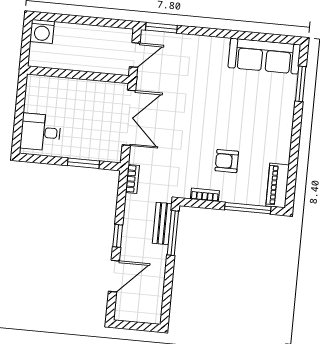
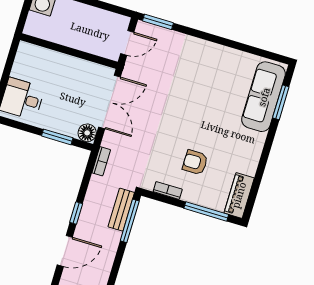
sofa: (264, 56) -> (264, 97), moved, turned 90
floor lamp: (113, 153) -> (87, 133), added

